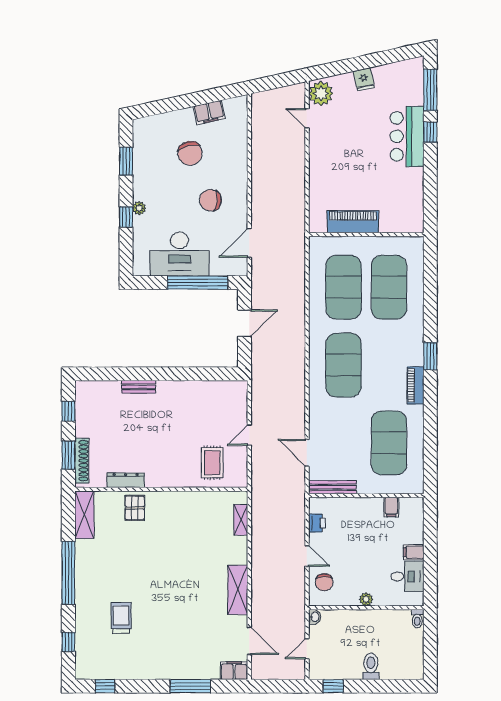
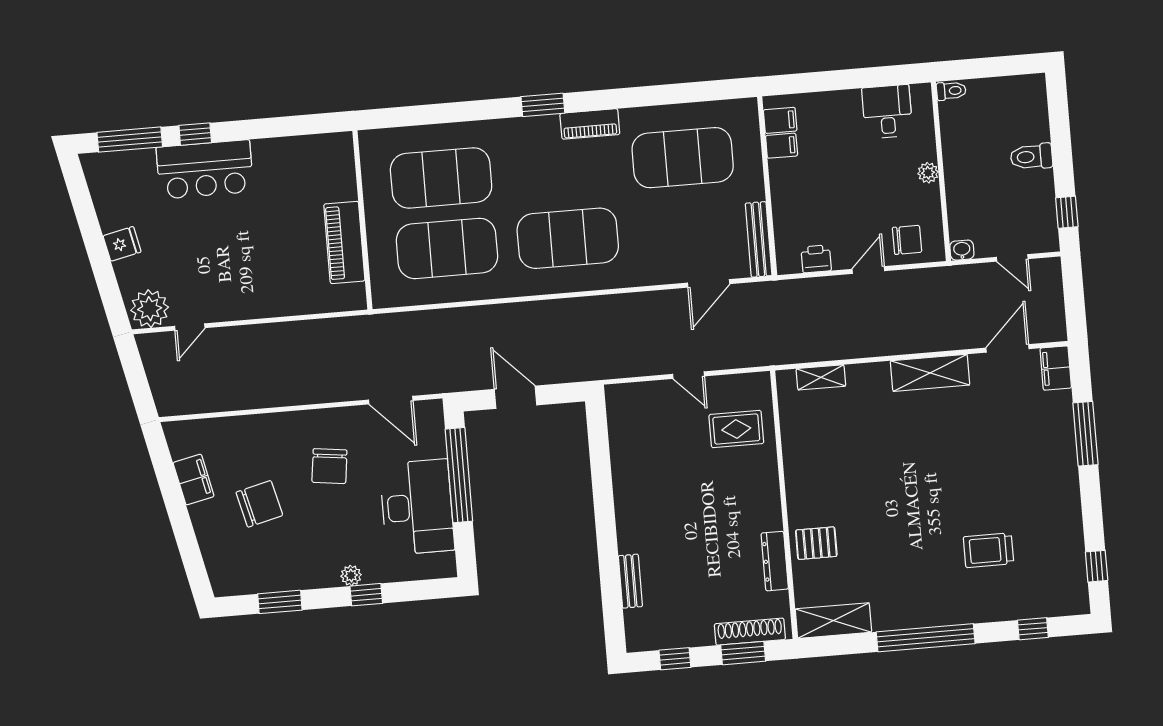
bench: (139, 387) -> (630, 581), moved
filing cabinet: (414, 552) -> (780, 120), moved, turned -90

